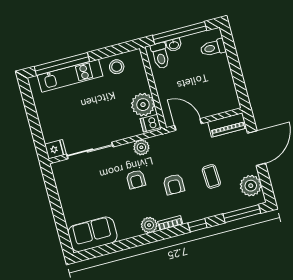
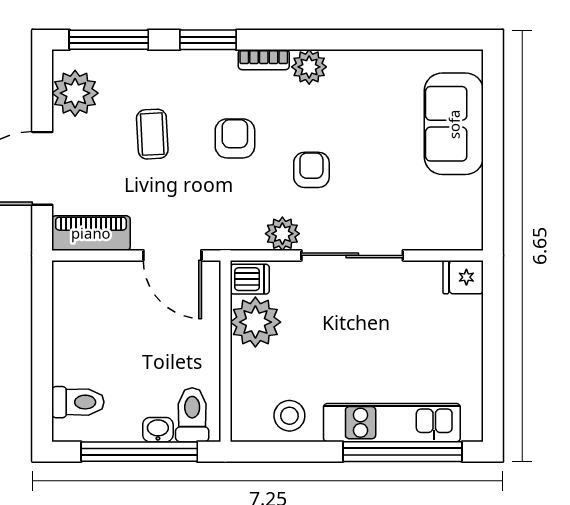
sliding door: (90, 150) -> (352, 255), moved
window: (198, 225) -> (208, 40), width x1.50
sofa: (93, 234) -> (454, 124), moved, turned 90

